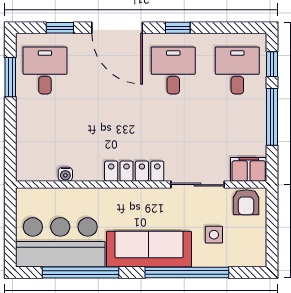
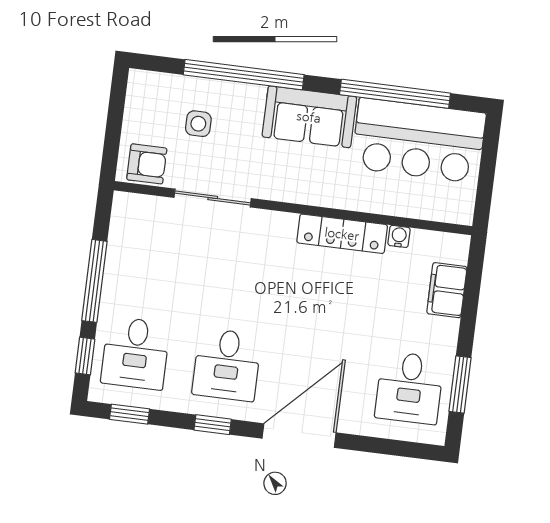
window: (60, 28) -> (130, 414), moved
door: (117, 28) -> (299, 436), hinge flipped
filing cabinet: (249, 169) -> (447, 290), moved, turned 90
locker: (134, 171) -> (342, 234), moved
armchair: (246, 202) -> (147, 164), turned 90
sofa: (149, 249) -> (309, 117), width x0.73

